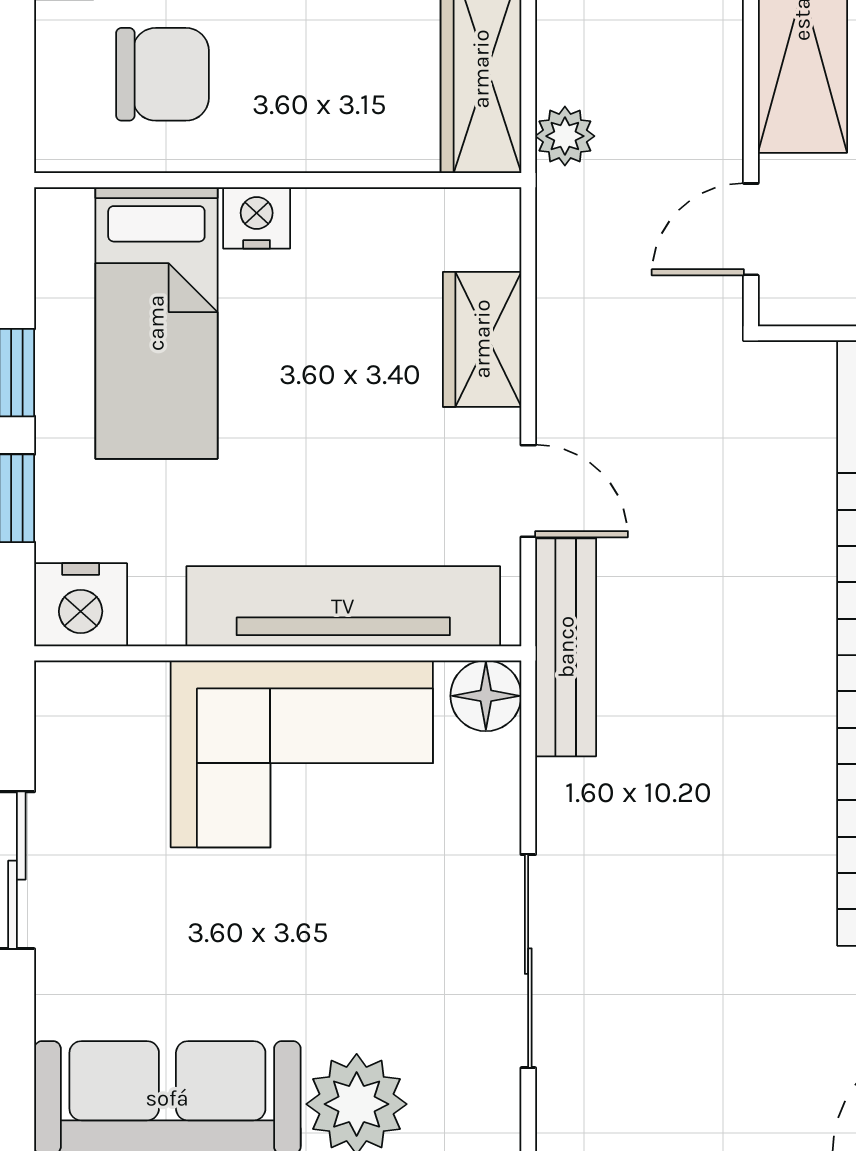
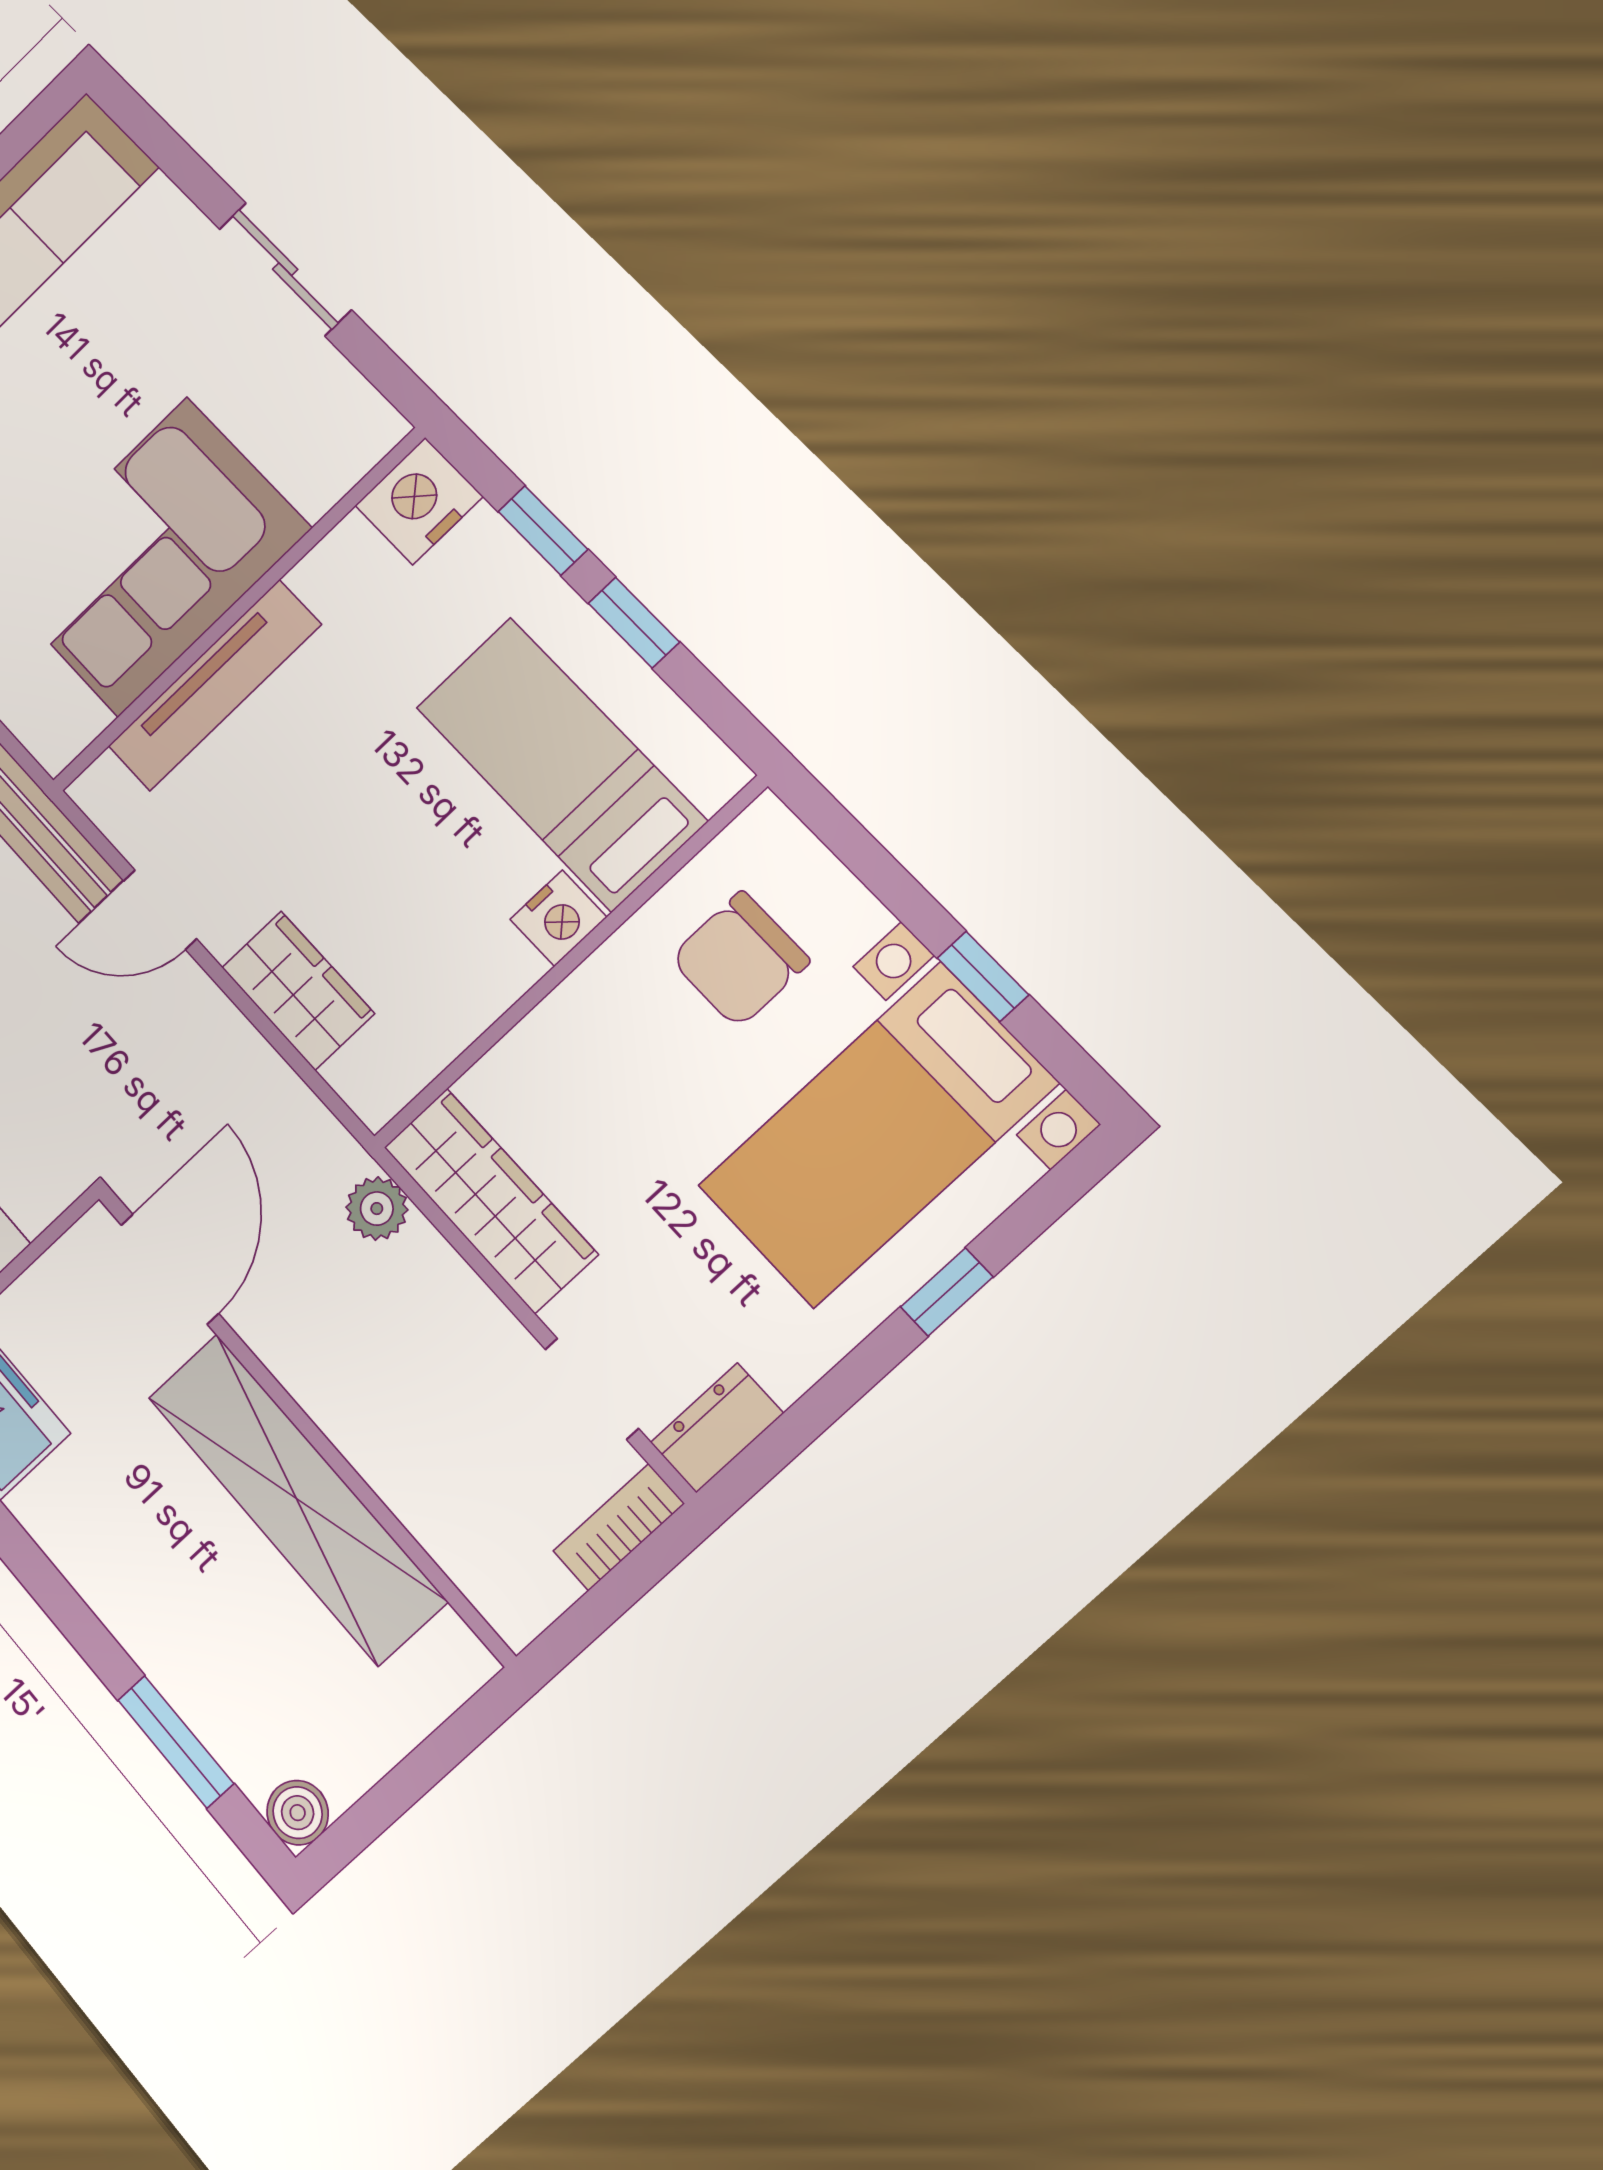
door: (751, 229) -> (170, 1269), width x1.38
tv unit: (343, 606) -> (214, 685), width x0.73, depth x0.78
floor lamp: (486, 696) -> (56, 730), removed

